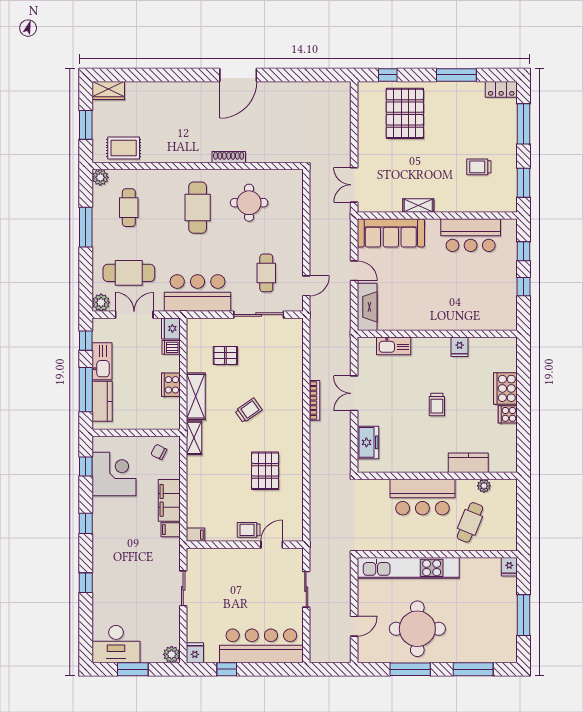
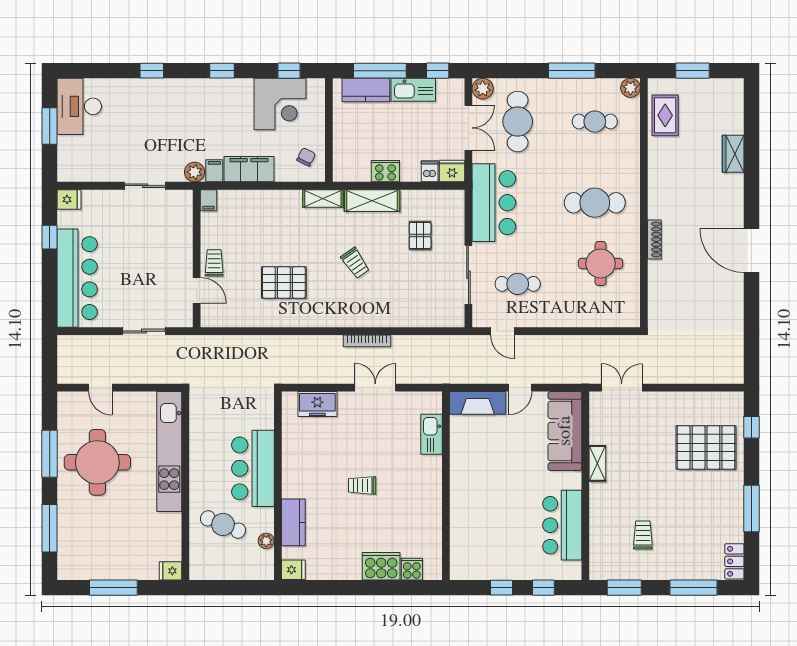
wardrobe: (109, 90) -> (733, 154), moved
fridge: (460, 347) -> (293, 570), moved, turned 180
cooker: (508, 414) -> (412, 569), moved
plant: (172, 654) -> (195, 172), moved

